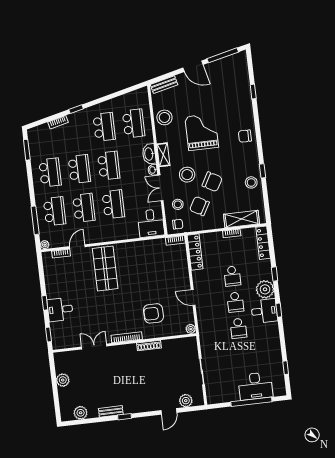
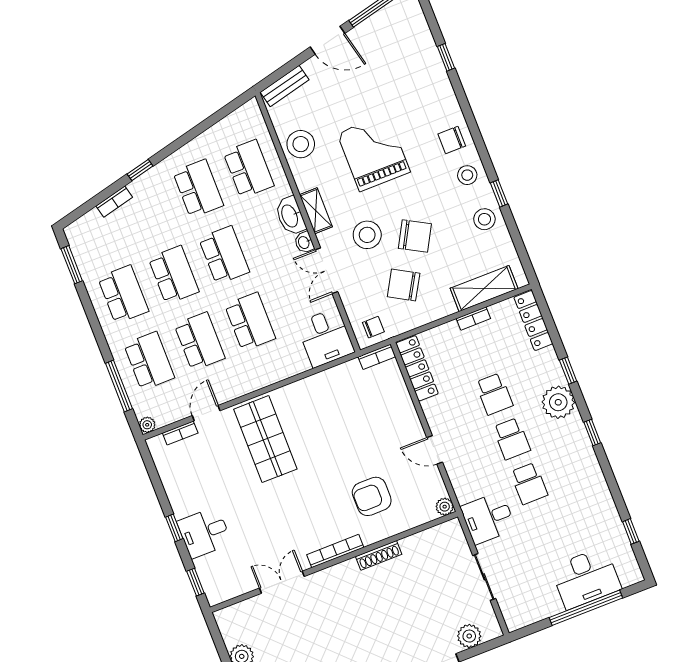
stool: (178, 204) -> (467, 175), moved
desk: (264, 311) -> (488, 518), moved, turned 180

